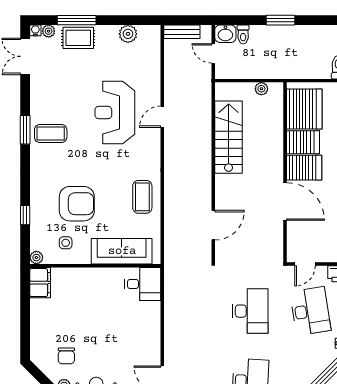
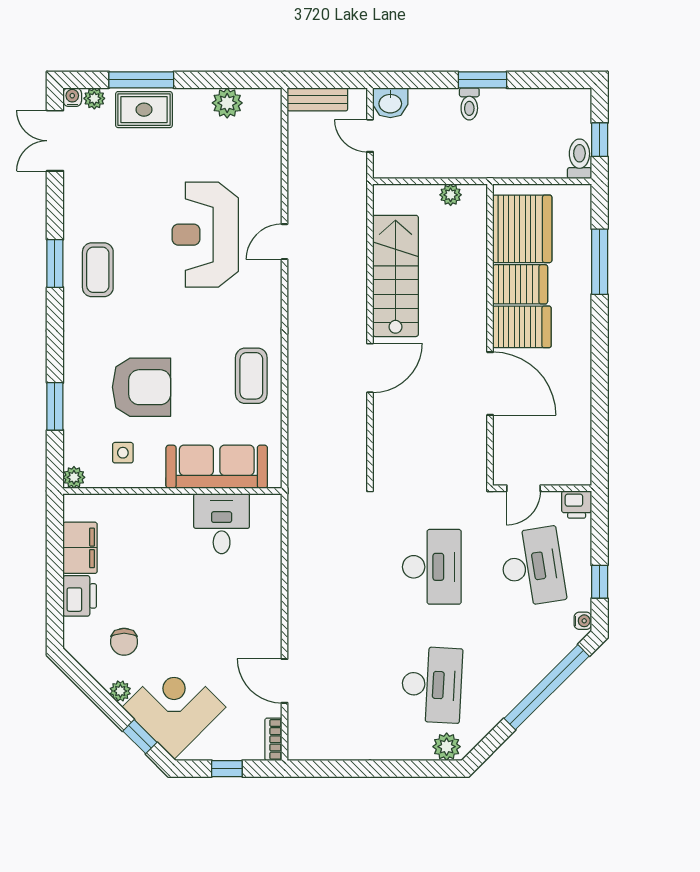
toilet: (243, 34) -> (469, 104), moved
coffee table: (51, 134) -> (98, 270), turned 90
window: (25, 215) -> (55, 406), width x1.50
door: (213, 225) -> (370, 368), moved
filing cabinet: (40, 283) -> (80, 548), moved
desk: (143, 284) -> (222, 524), moved, turned -90
printer: (40, 328) -> (80, 596), added

